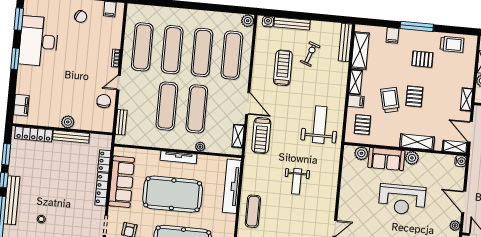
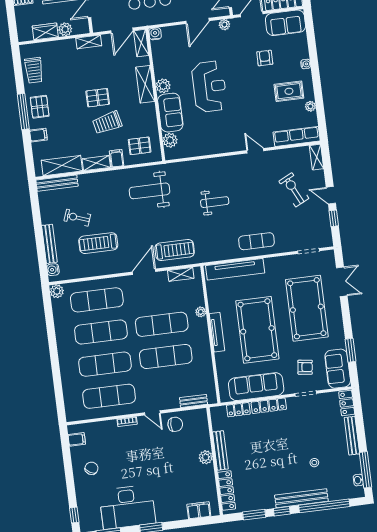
trolley: (452, 44) -> (34, 70), turned 180
pallet: (422, 59) -> (40, 107), moved
chair: (104, 101) -> (175, 424), turned 180

